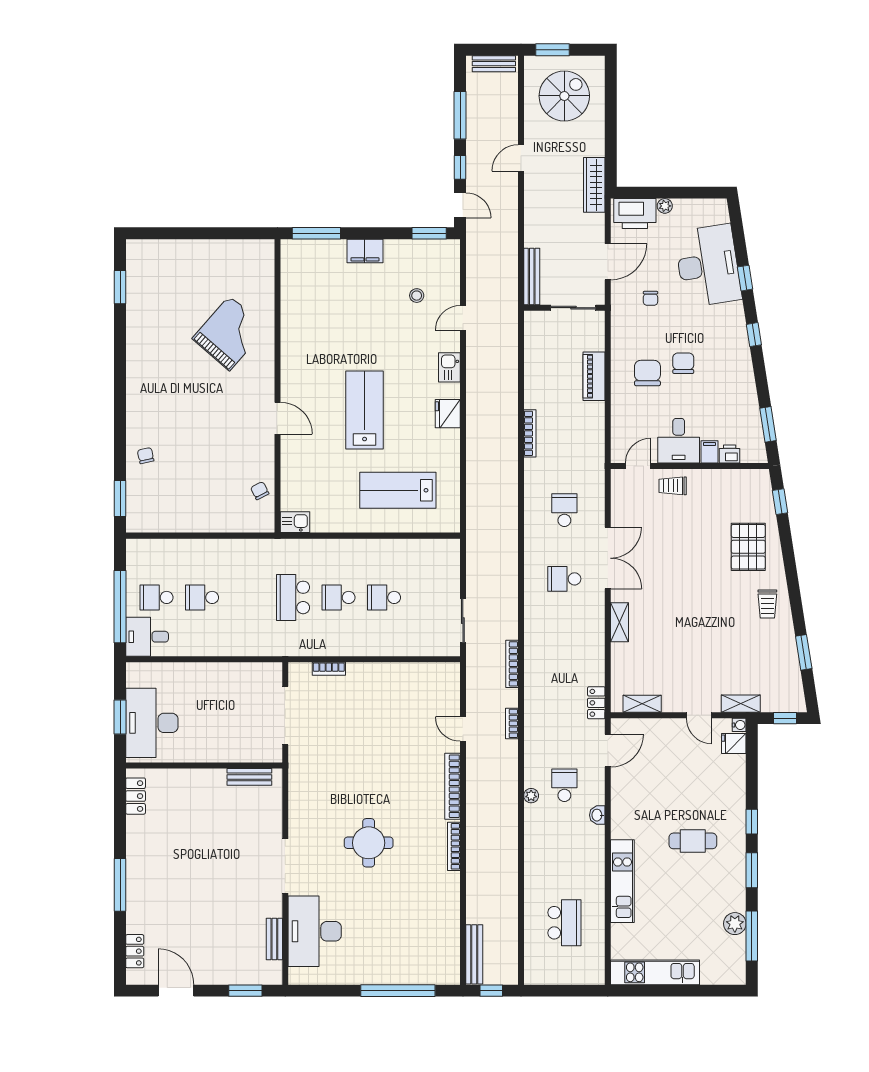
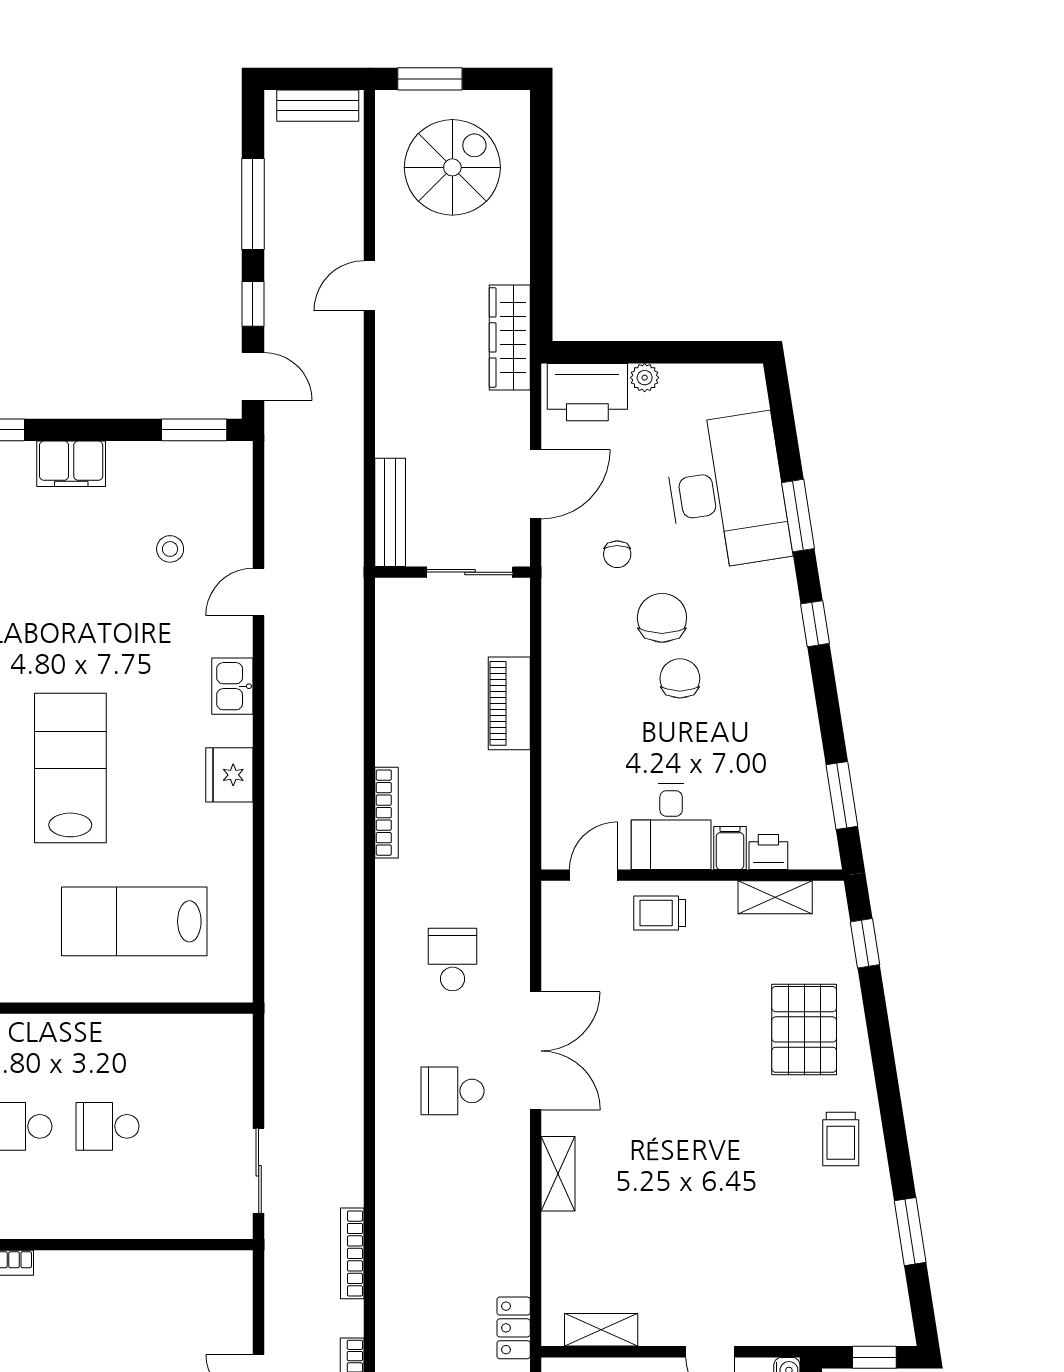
window: (745, 278) -> (798, 516), width x1.50
chair: (647, 373) -> (662, 618), moved
shelving: (741, 704) -> (775, 897), moved

